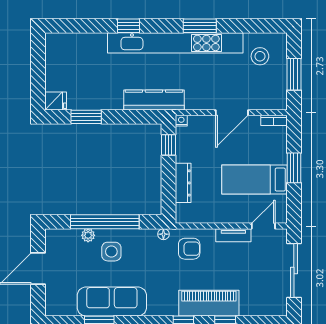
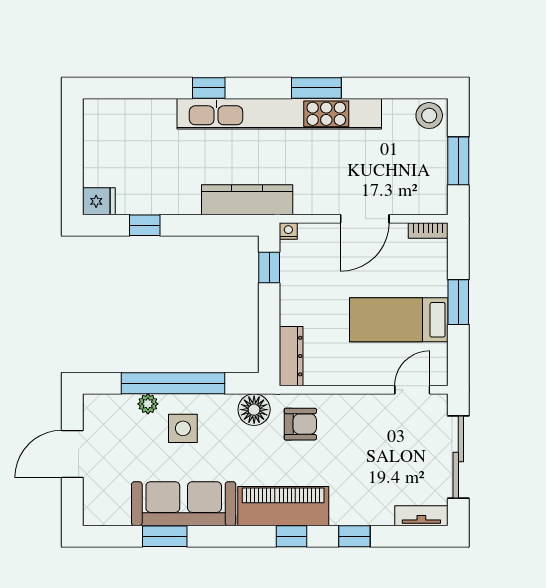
stool: (260, 56) -> (429, 116), moved
window: (86, 117) -> (145, 225), width x0.67
dresser: (183, 183) -> (291, 356), moved
floor lamp: (163, 234) -> (254, 410), width x1.89, depth x1.89
tv unit: (233, 235) -> (421, 516), moved, turned 180
piano: (209, 303) -> (283, 506), moved

